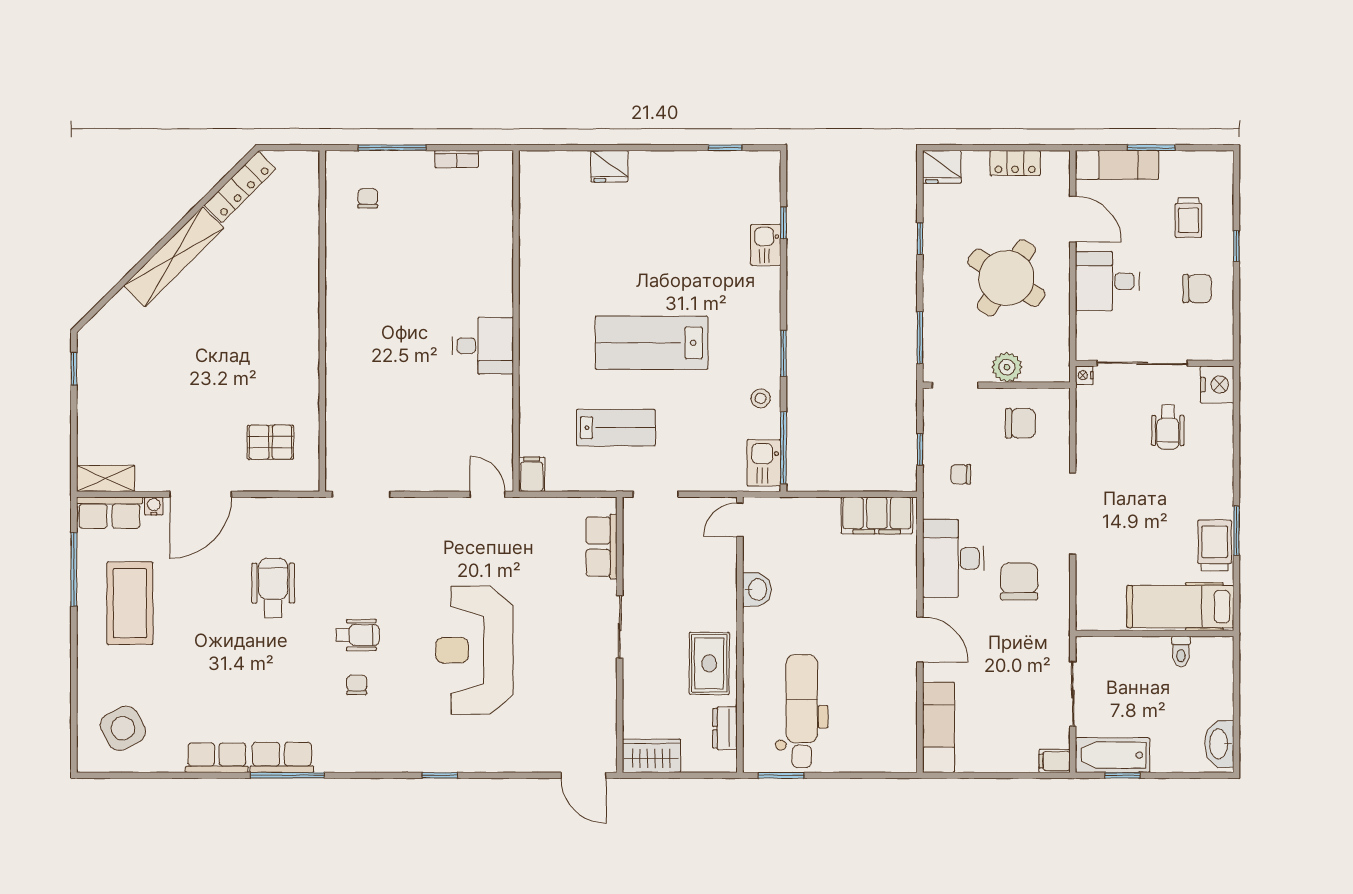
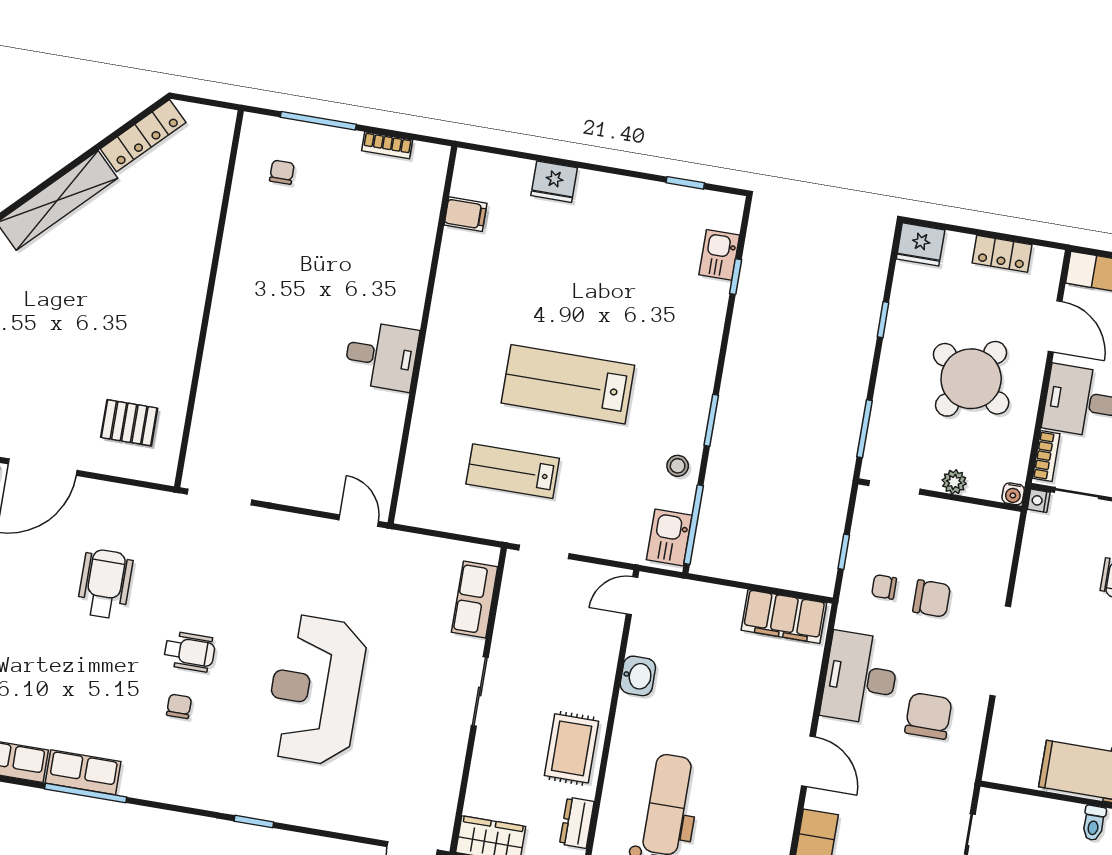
kitchen sink: (766, 245) -> (719, 255), moved
bookcase: (1084, 335) -> (1046, 456), added
plant: (1007, 367) -> (954, 482), width x0.73, depth x0.73
water cooler: (1061, 373) -> (1013, 494), added
chair: (1020, 423) -> (932, 598), moved
lab bench: (616, 428) -> (513, 471), turned 180
filing cabinet: (532, 474) -> (466, 214), moved, turned 90

